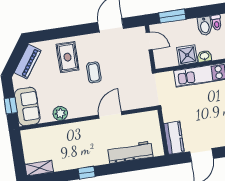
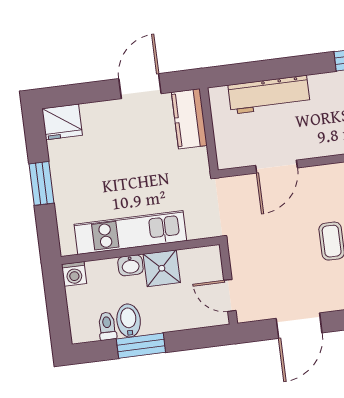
window: (172, 16) -> (141, 346), moved
door: (110, 115) -> (276, 167), moved

